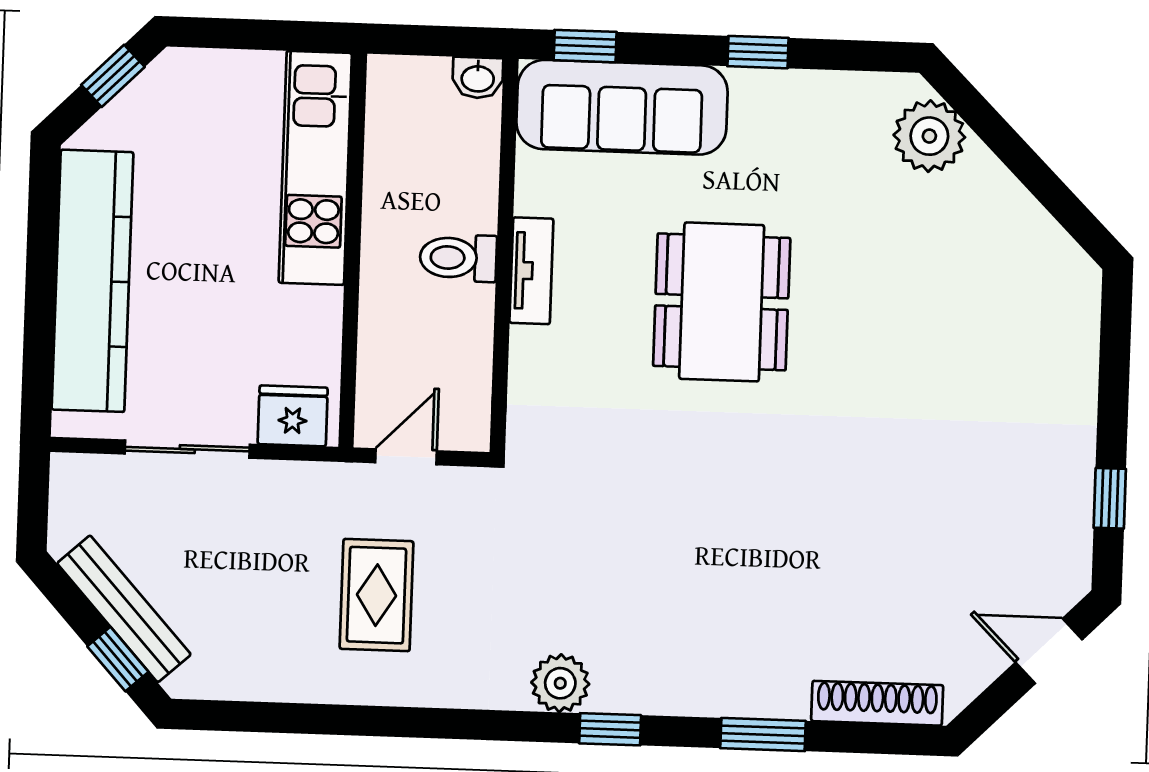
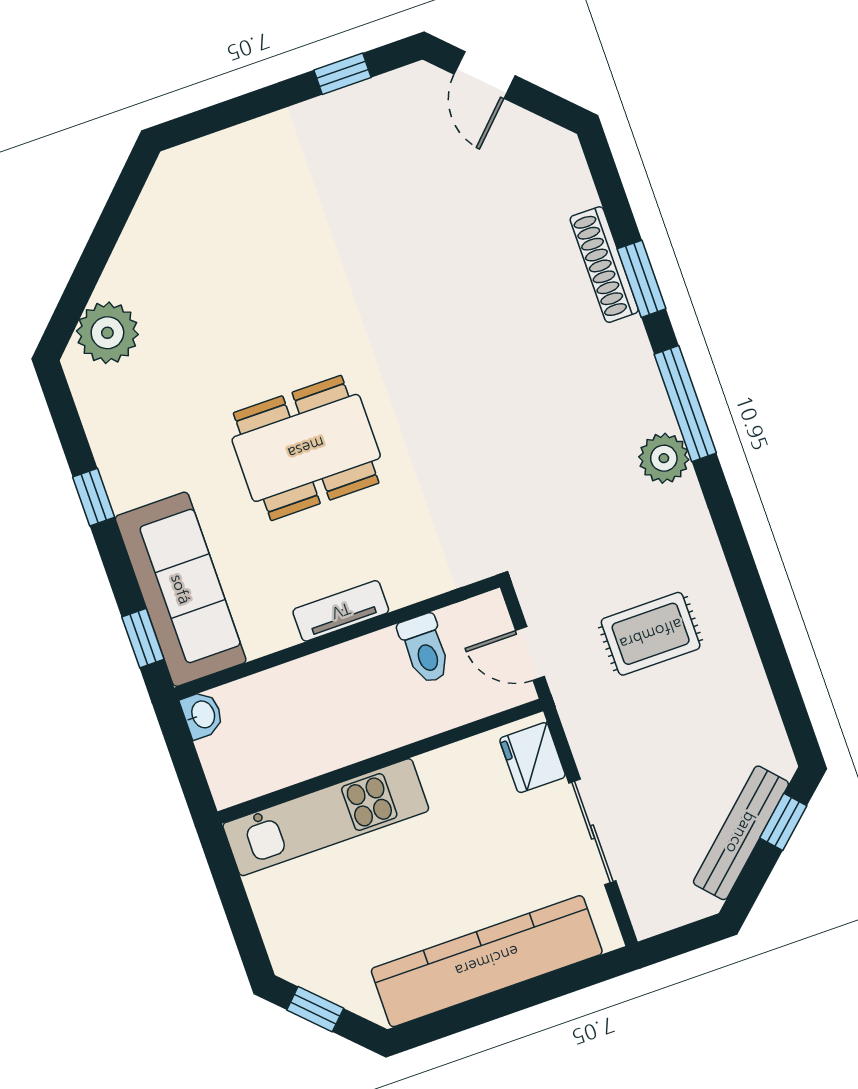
toilet: (458, 258) -> (425, 649), moved
shoe rack: (877, 703) -> (604, 265), moved
window: (610, 729) -> (685, 404), width x2.17

